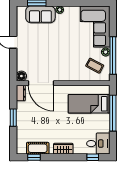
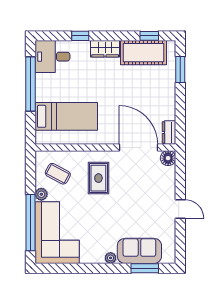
window: (113, 55) -> (30, 223), moved
rug: (68, 63) -> (98, 178), added
window: (113, 113) -> (30, 84), moved
window: (13, 118) -> (180, 70), moved
cot: (38, 148) -> (144, 53), width x1.37, depth x1.34
window: (93, 157) -> (80, 36), moved

